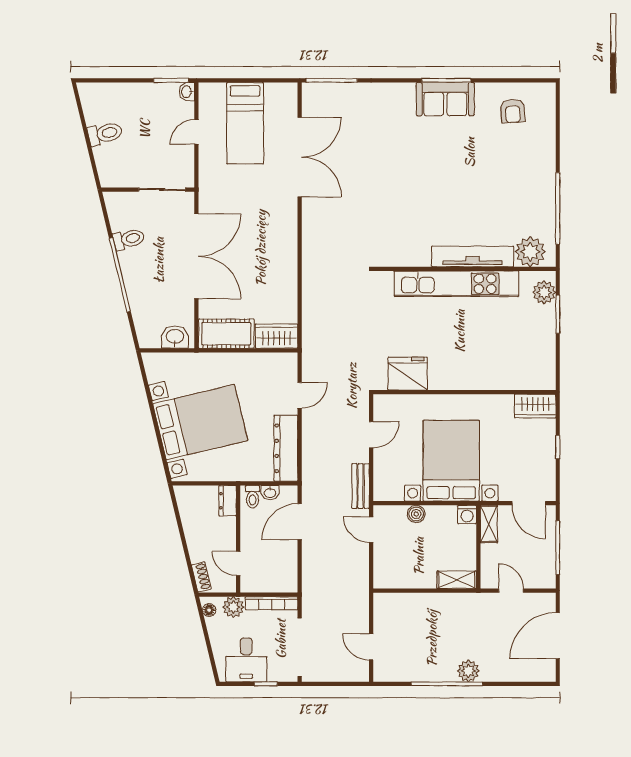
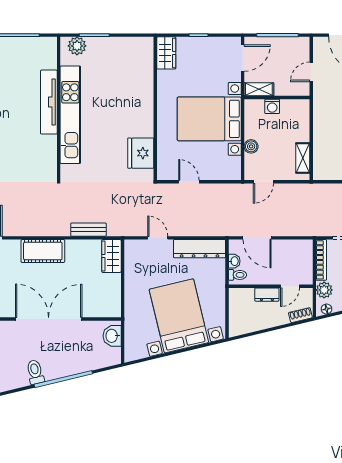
plant: (530, 252) -> (45, 57), removed
cot: (226, 334) -> (43, 251), moved, turned 90
bench: (361, 486) -> (88, 230), moved
dresser: (228, 501) -> (267, 295), moved
washing machine: (467, 515) -> (272, 106), moved, turned 90
shelving: (457, 580) -> (303, 158), moved

